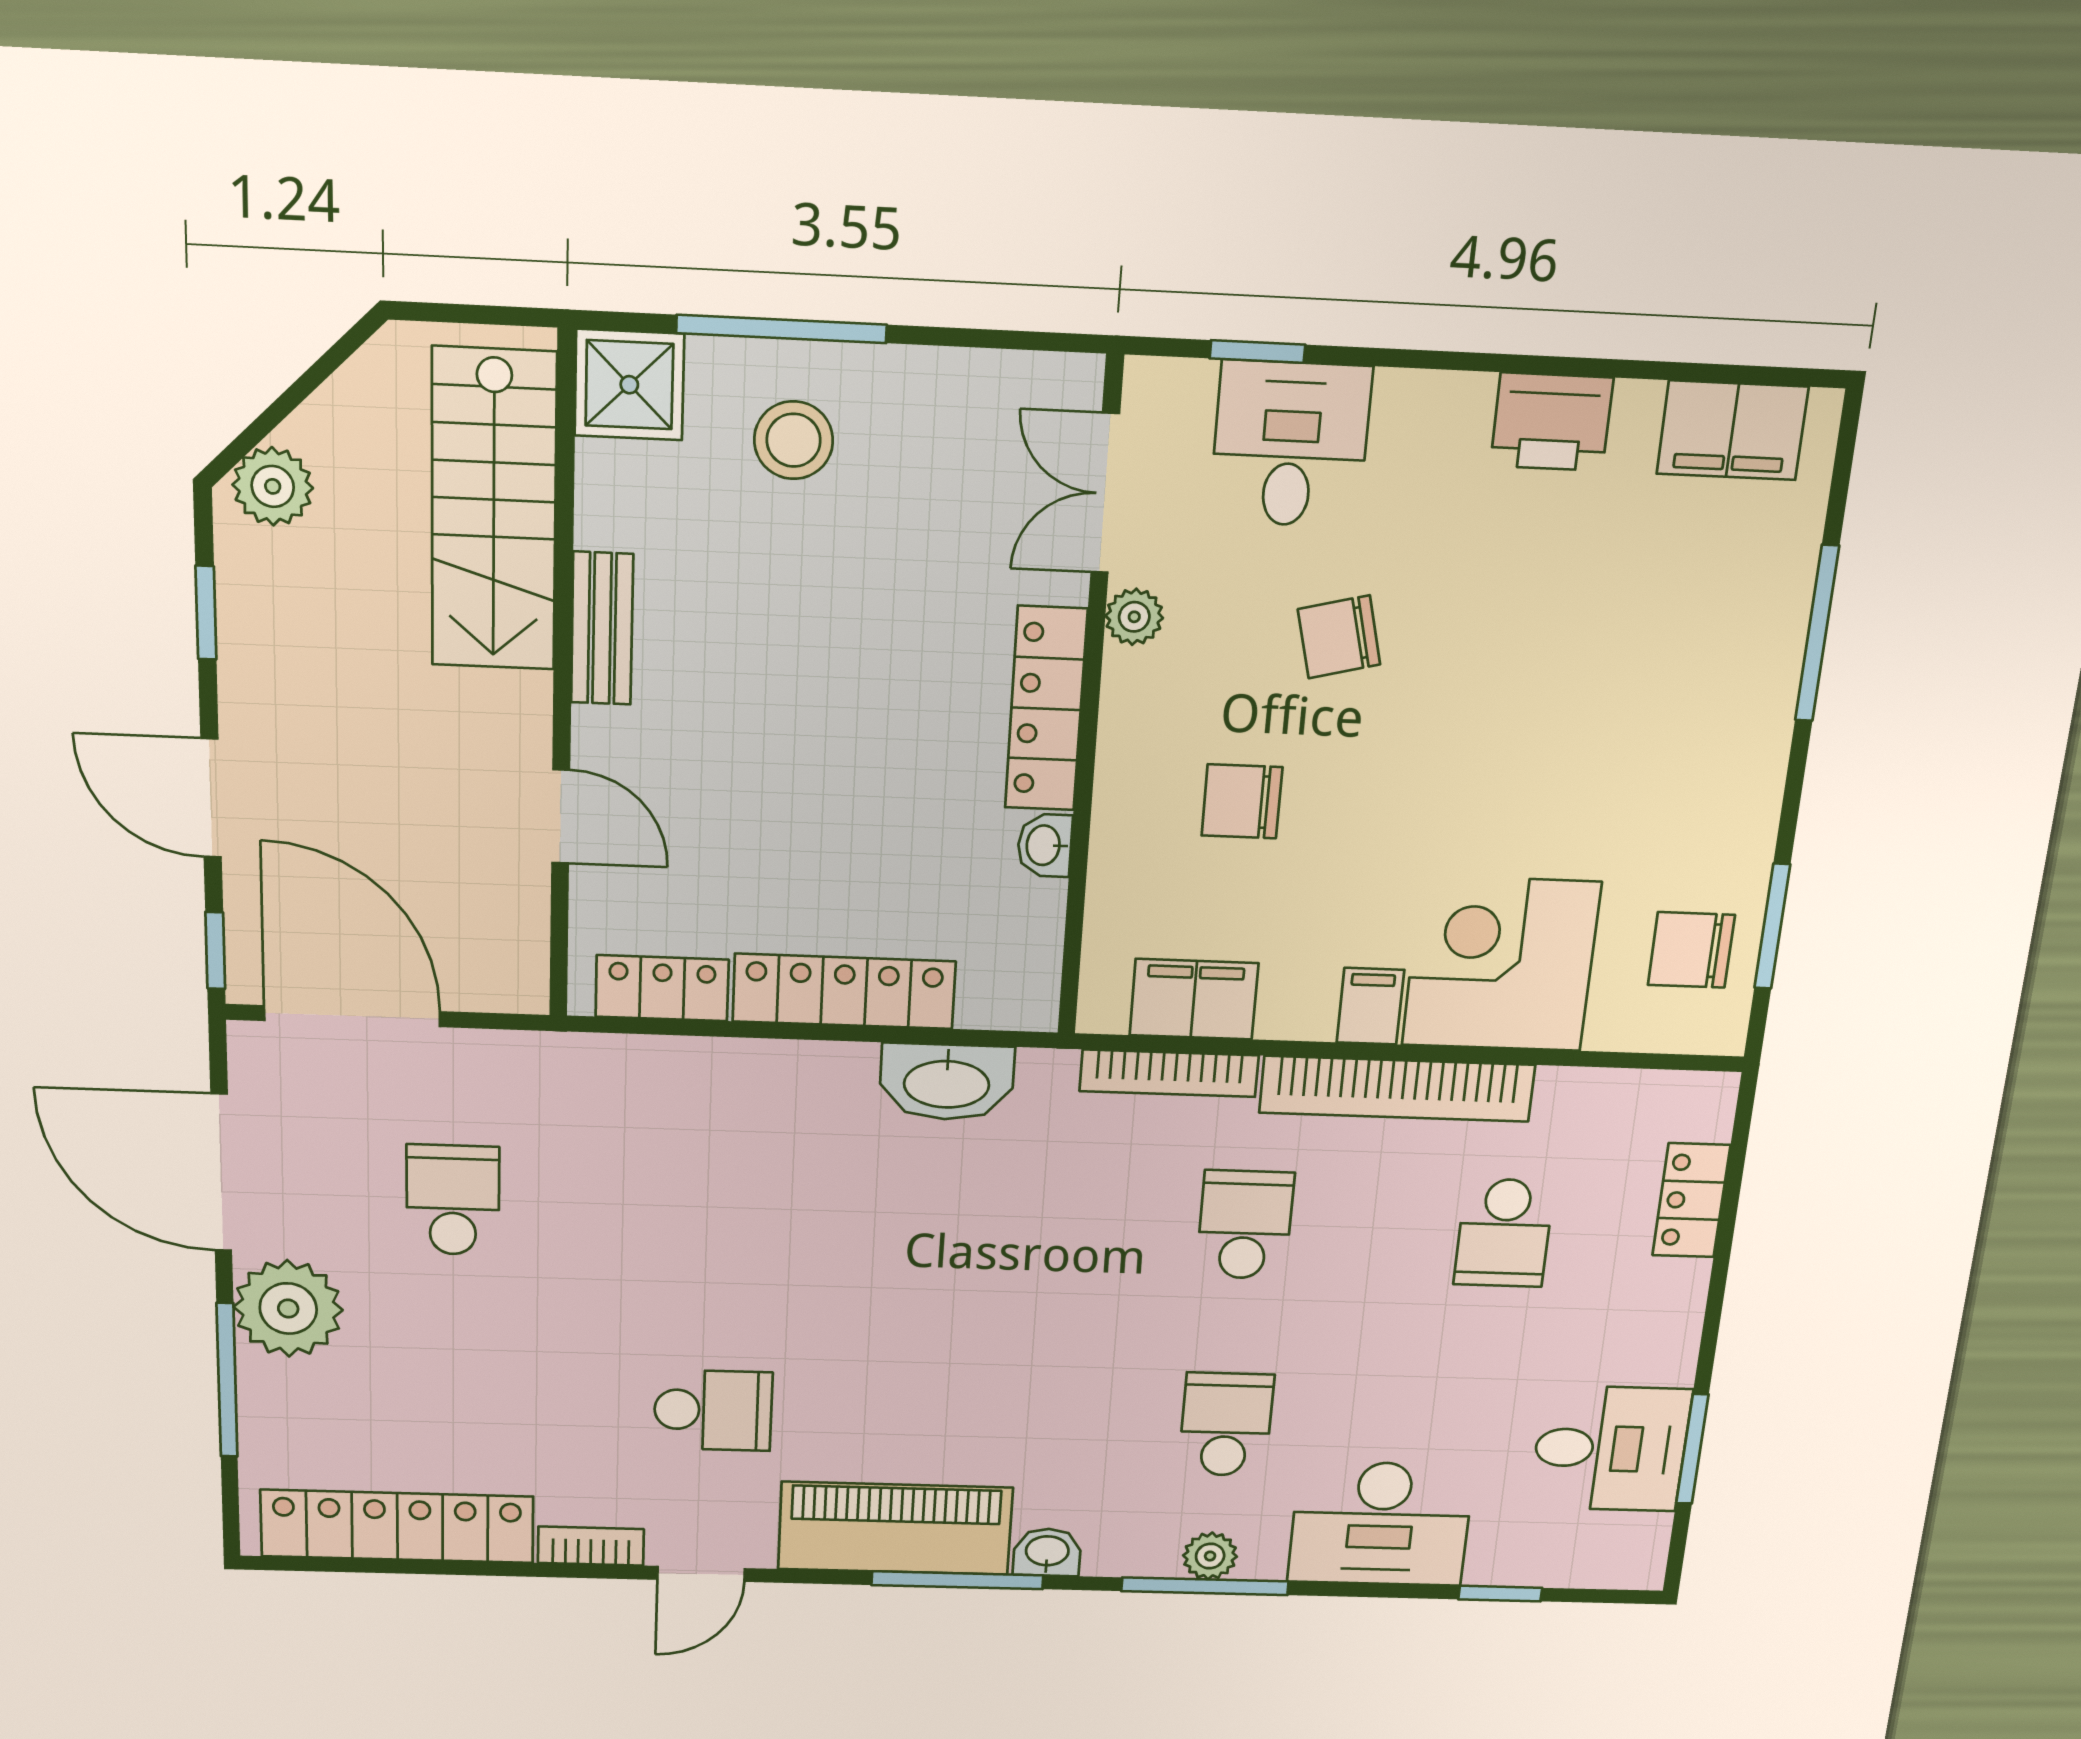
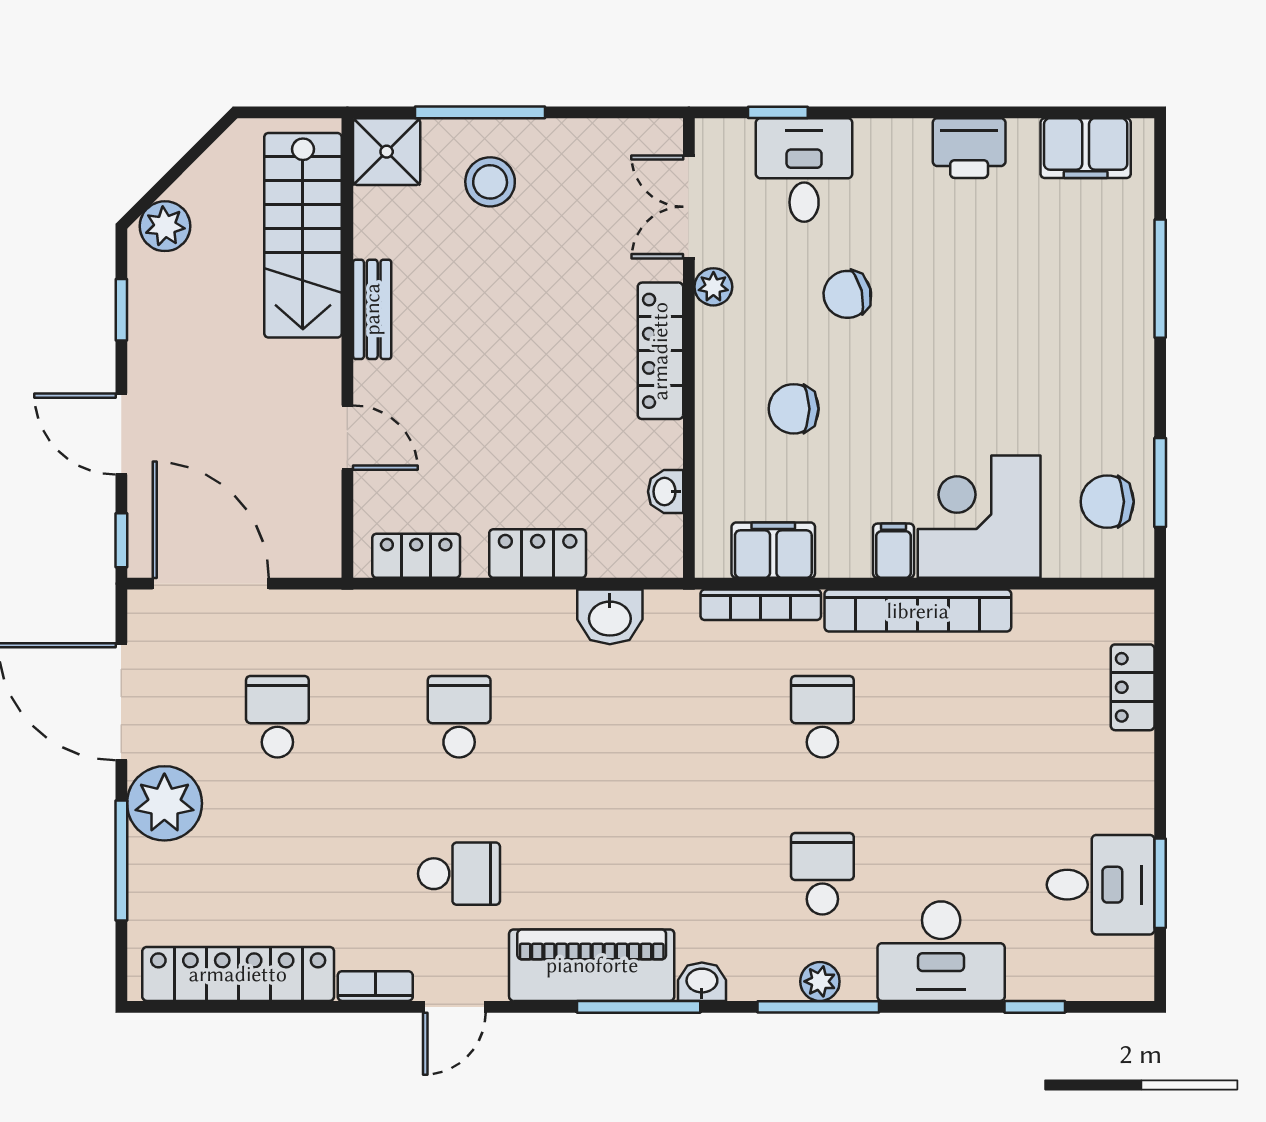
washbasin: (1045, 845) -> (666, 492), moved
locker: (844, 991) -> (538, 553), width x0.66
washbasin: (947, 1082) -> (610, 617), width x0.72
school desk: (1504, 1233) -> (459, 717), moved, turned 180

